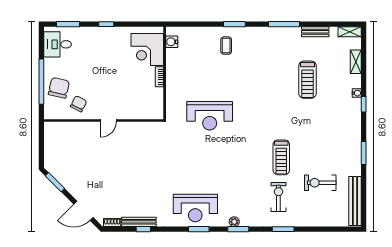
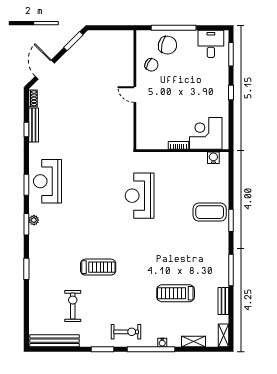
coffee table: (226, 46) -> (210, 212), width x1.86, depth x1.72
window: (364, 104) -> (151, 349), width x3.17
treadmill: (281, 157) -> (98, 267), turned 180
exercise bike: (278, 197) -> (126, 332), moved

